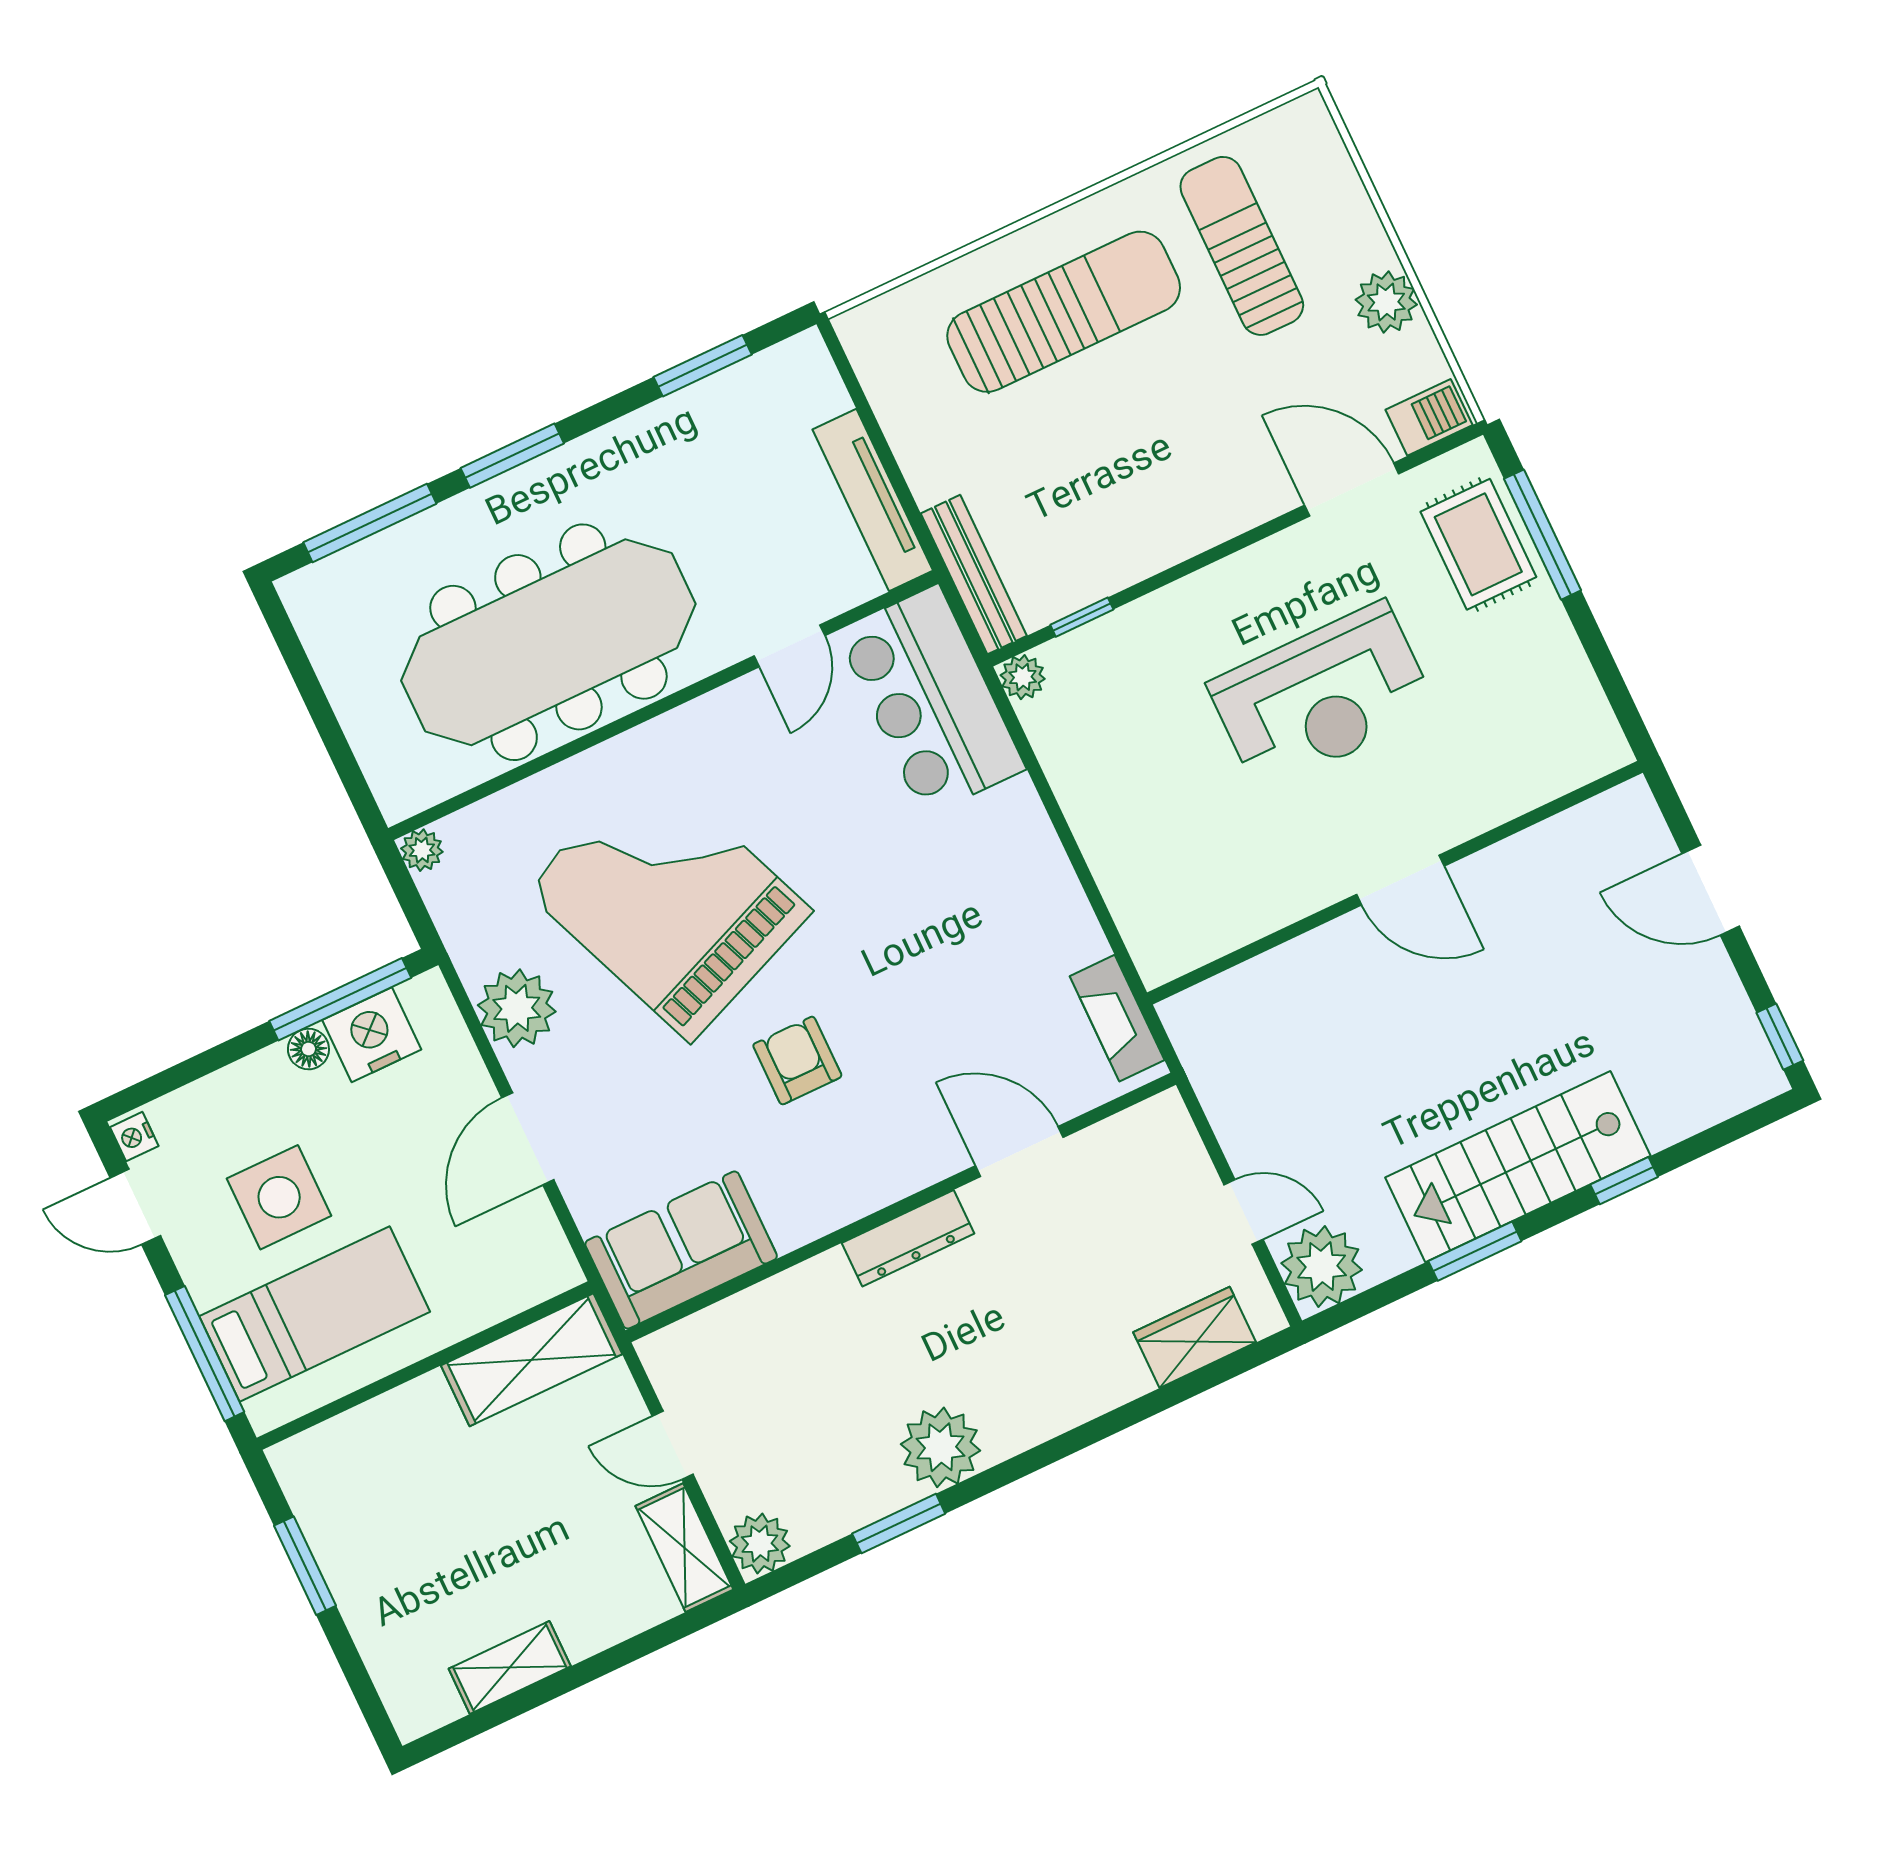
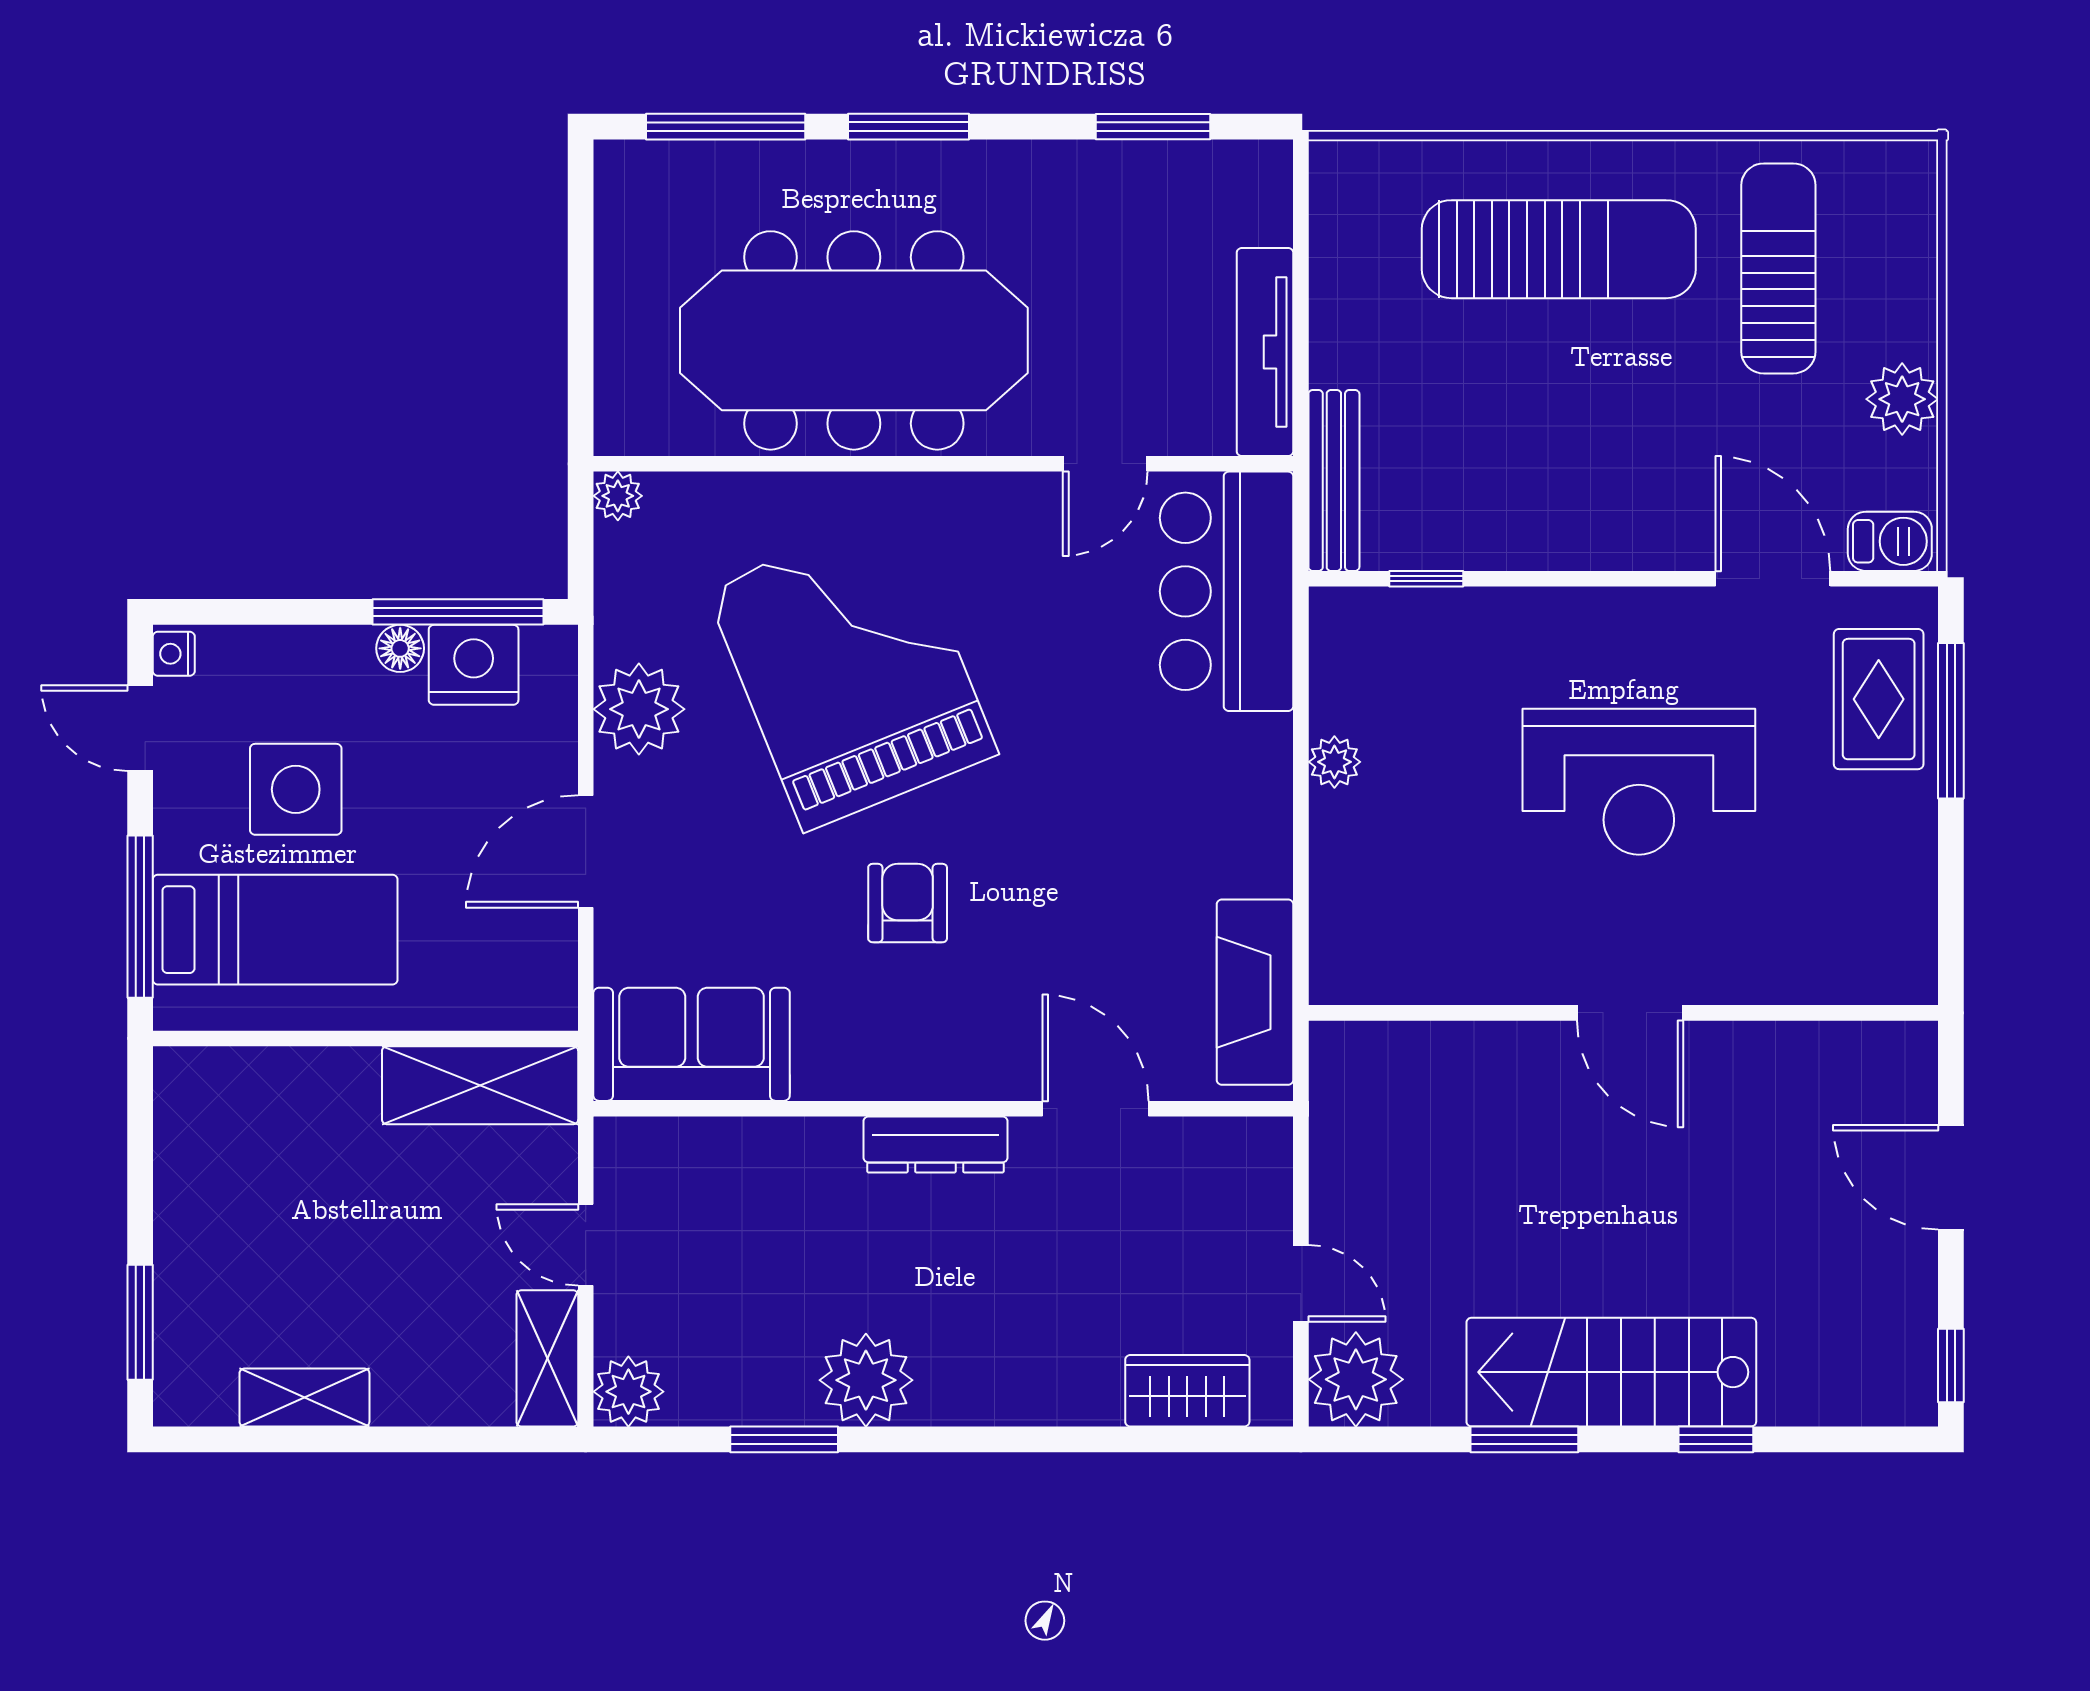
plant: (1023, 677) -> (1334, 762), moved
fireplace: (1117, 1018) -> (1255, 992), width x1.37, depth x1.32
window: (305, 1566) -> (140, 1322), moved

